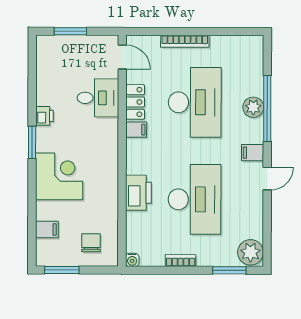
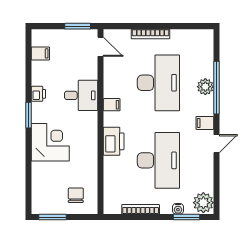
window: (70, 31) -> (78, 26), moved
desk: (98, 98) -> (81, 95), moved
locker: (135, 102) -> (111, 83), removed
printer: (138, 193) -> (114, 141), moved
filing cabinet: (47, 229) -> (40, 53), moved
water cooler: (132, 260) -> (178, 209), moved
bookcase: (181, 261) -> (141, 209), width x1.56

